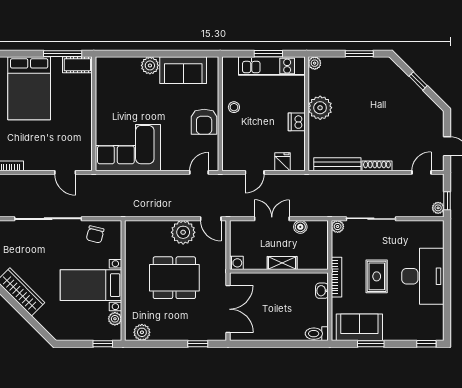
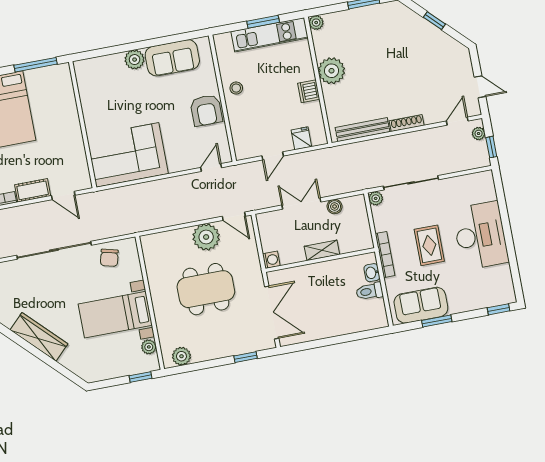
cot: (77, 65) -> (33, 190), moved
plant: (438, 208) -> (479, 134), moved
toilet: (317, 334) -> (369, 291), moved

